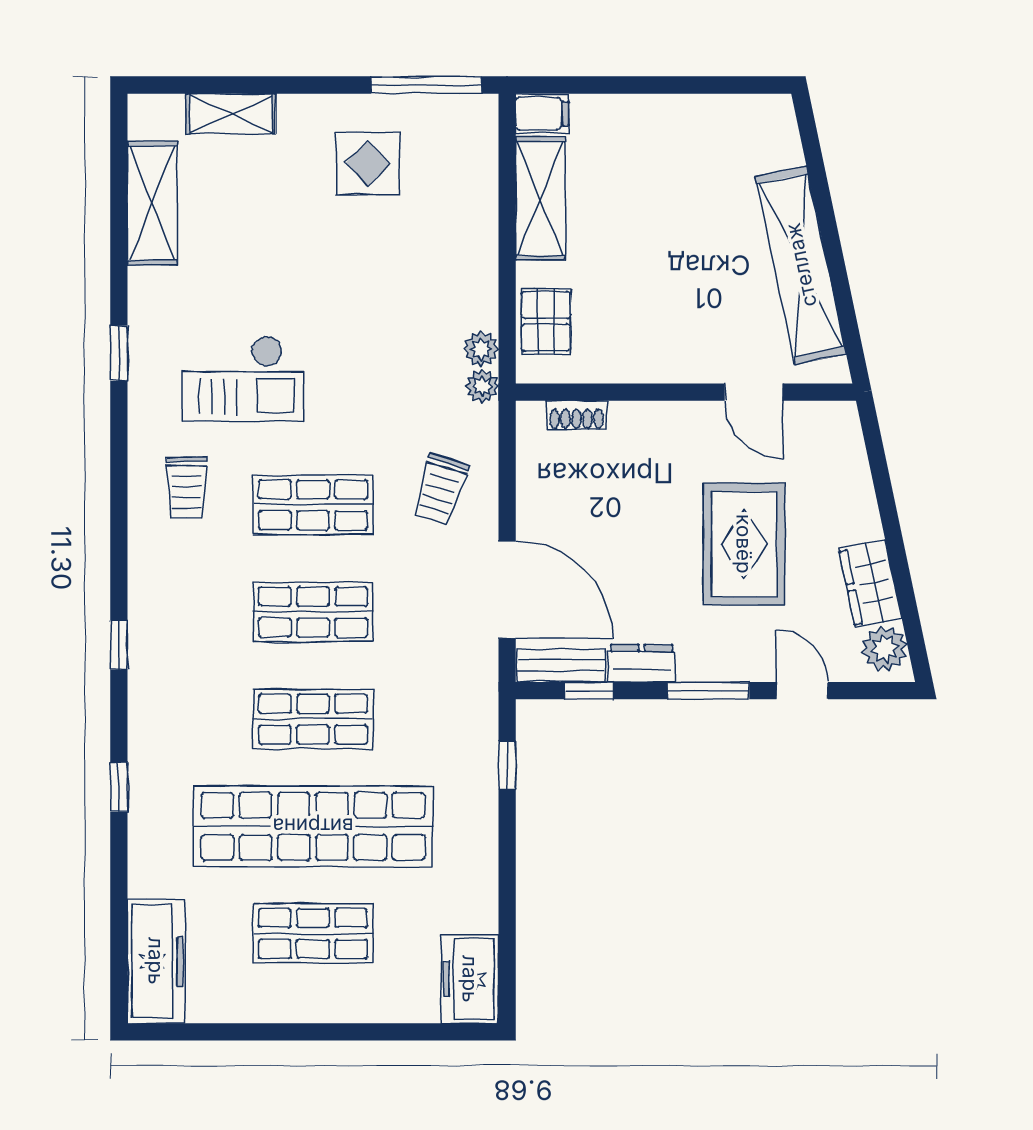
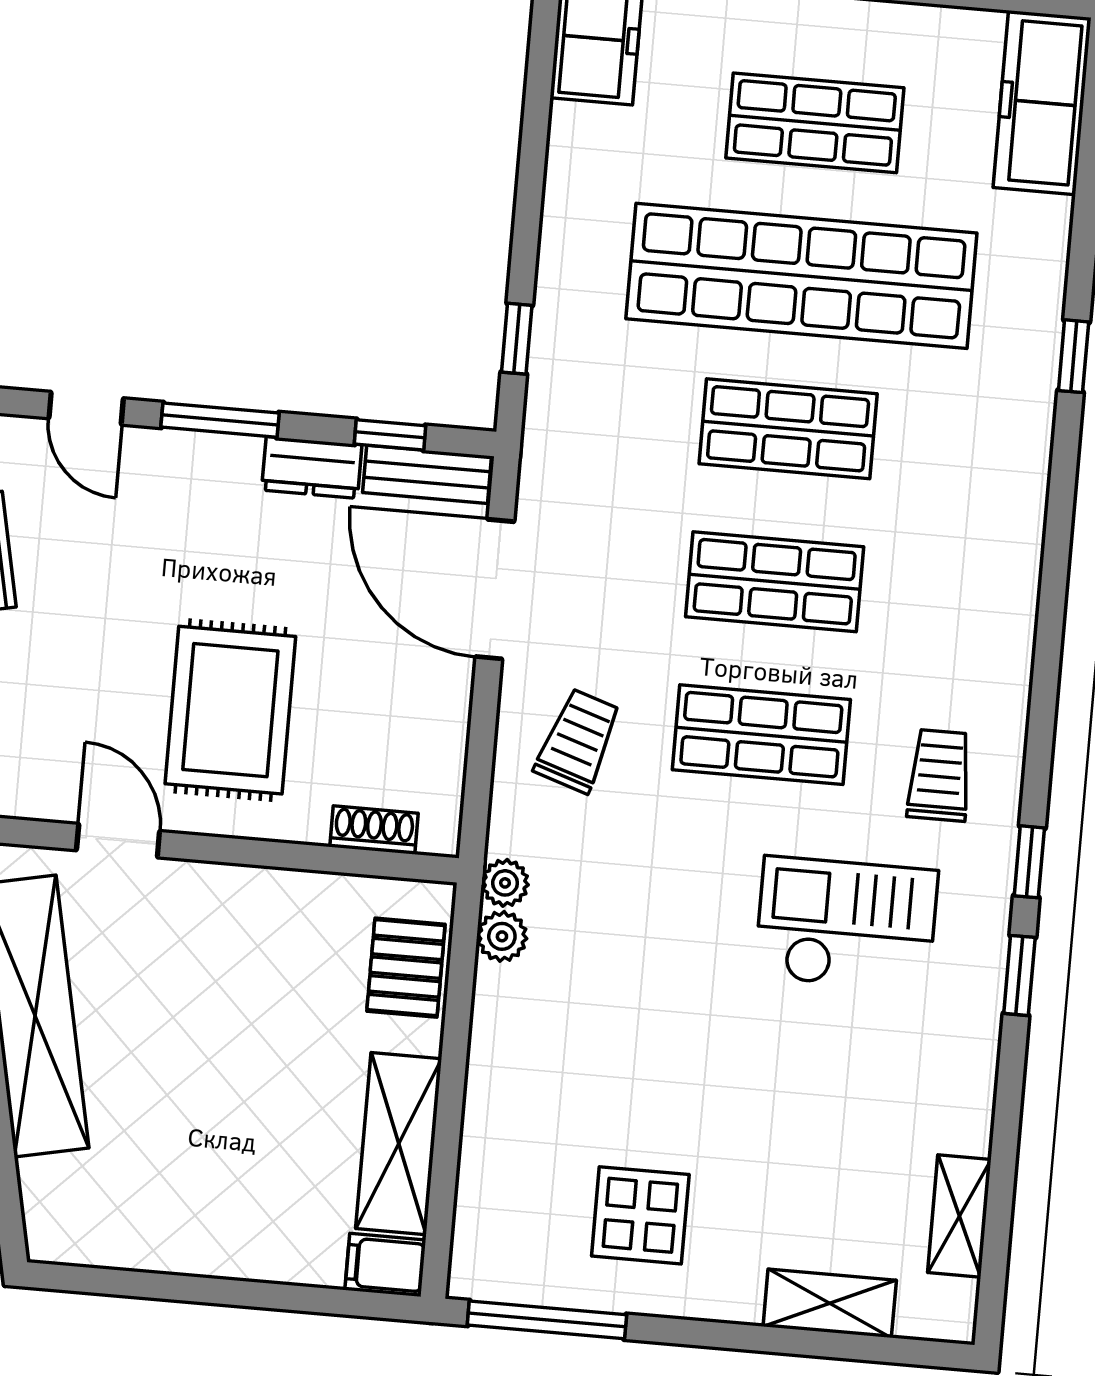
shelving: (152, 203) -> (959, 1216), width x0.67, depth x0.75
rug: (744, 544) -> (230, 710), moved
window: (119, 645) -> (1029, 862), moved

